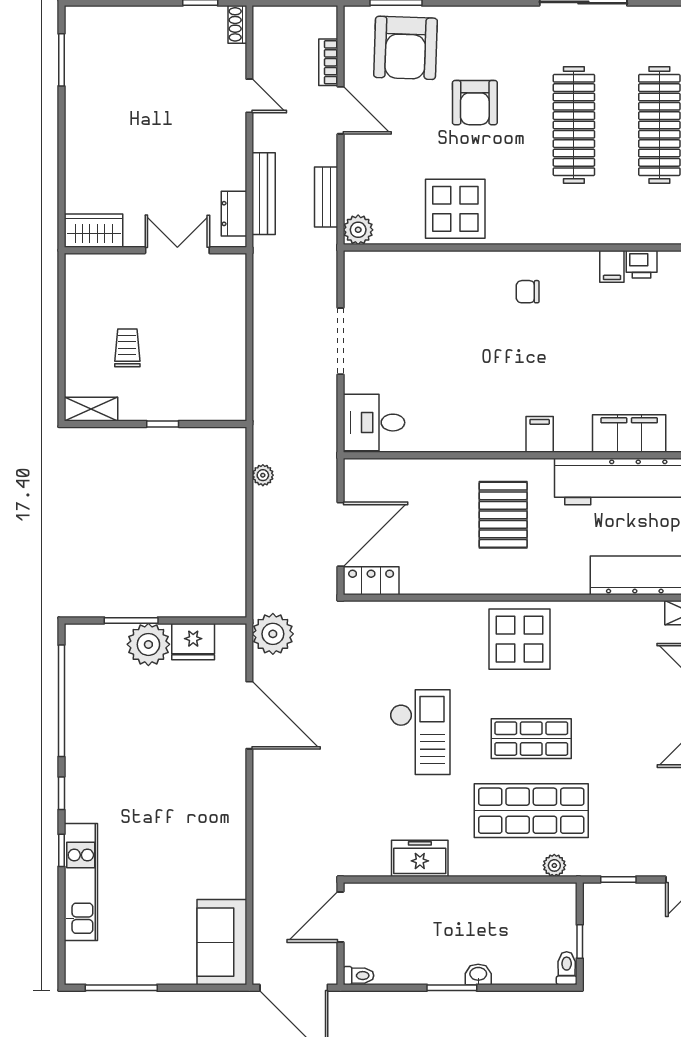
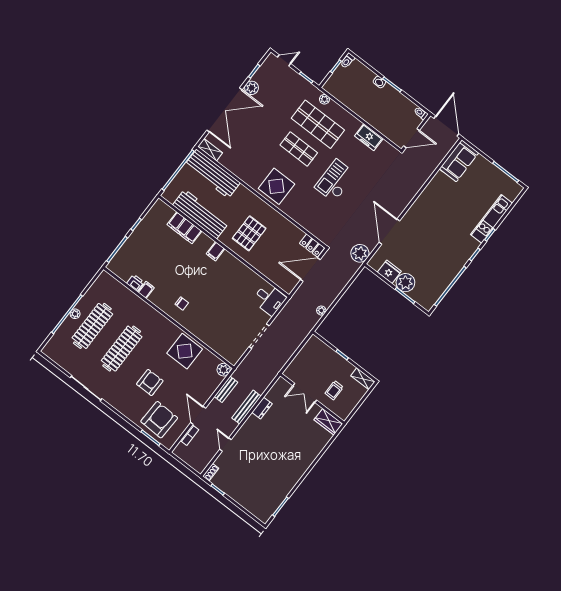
wardrobe: (94, 231) -> (328, 422), moved
wall: (155, 250) -> (312, 399), moved
double door: (177, 250) -> (305, 393), moved

